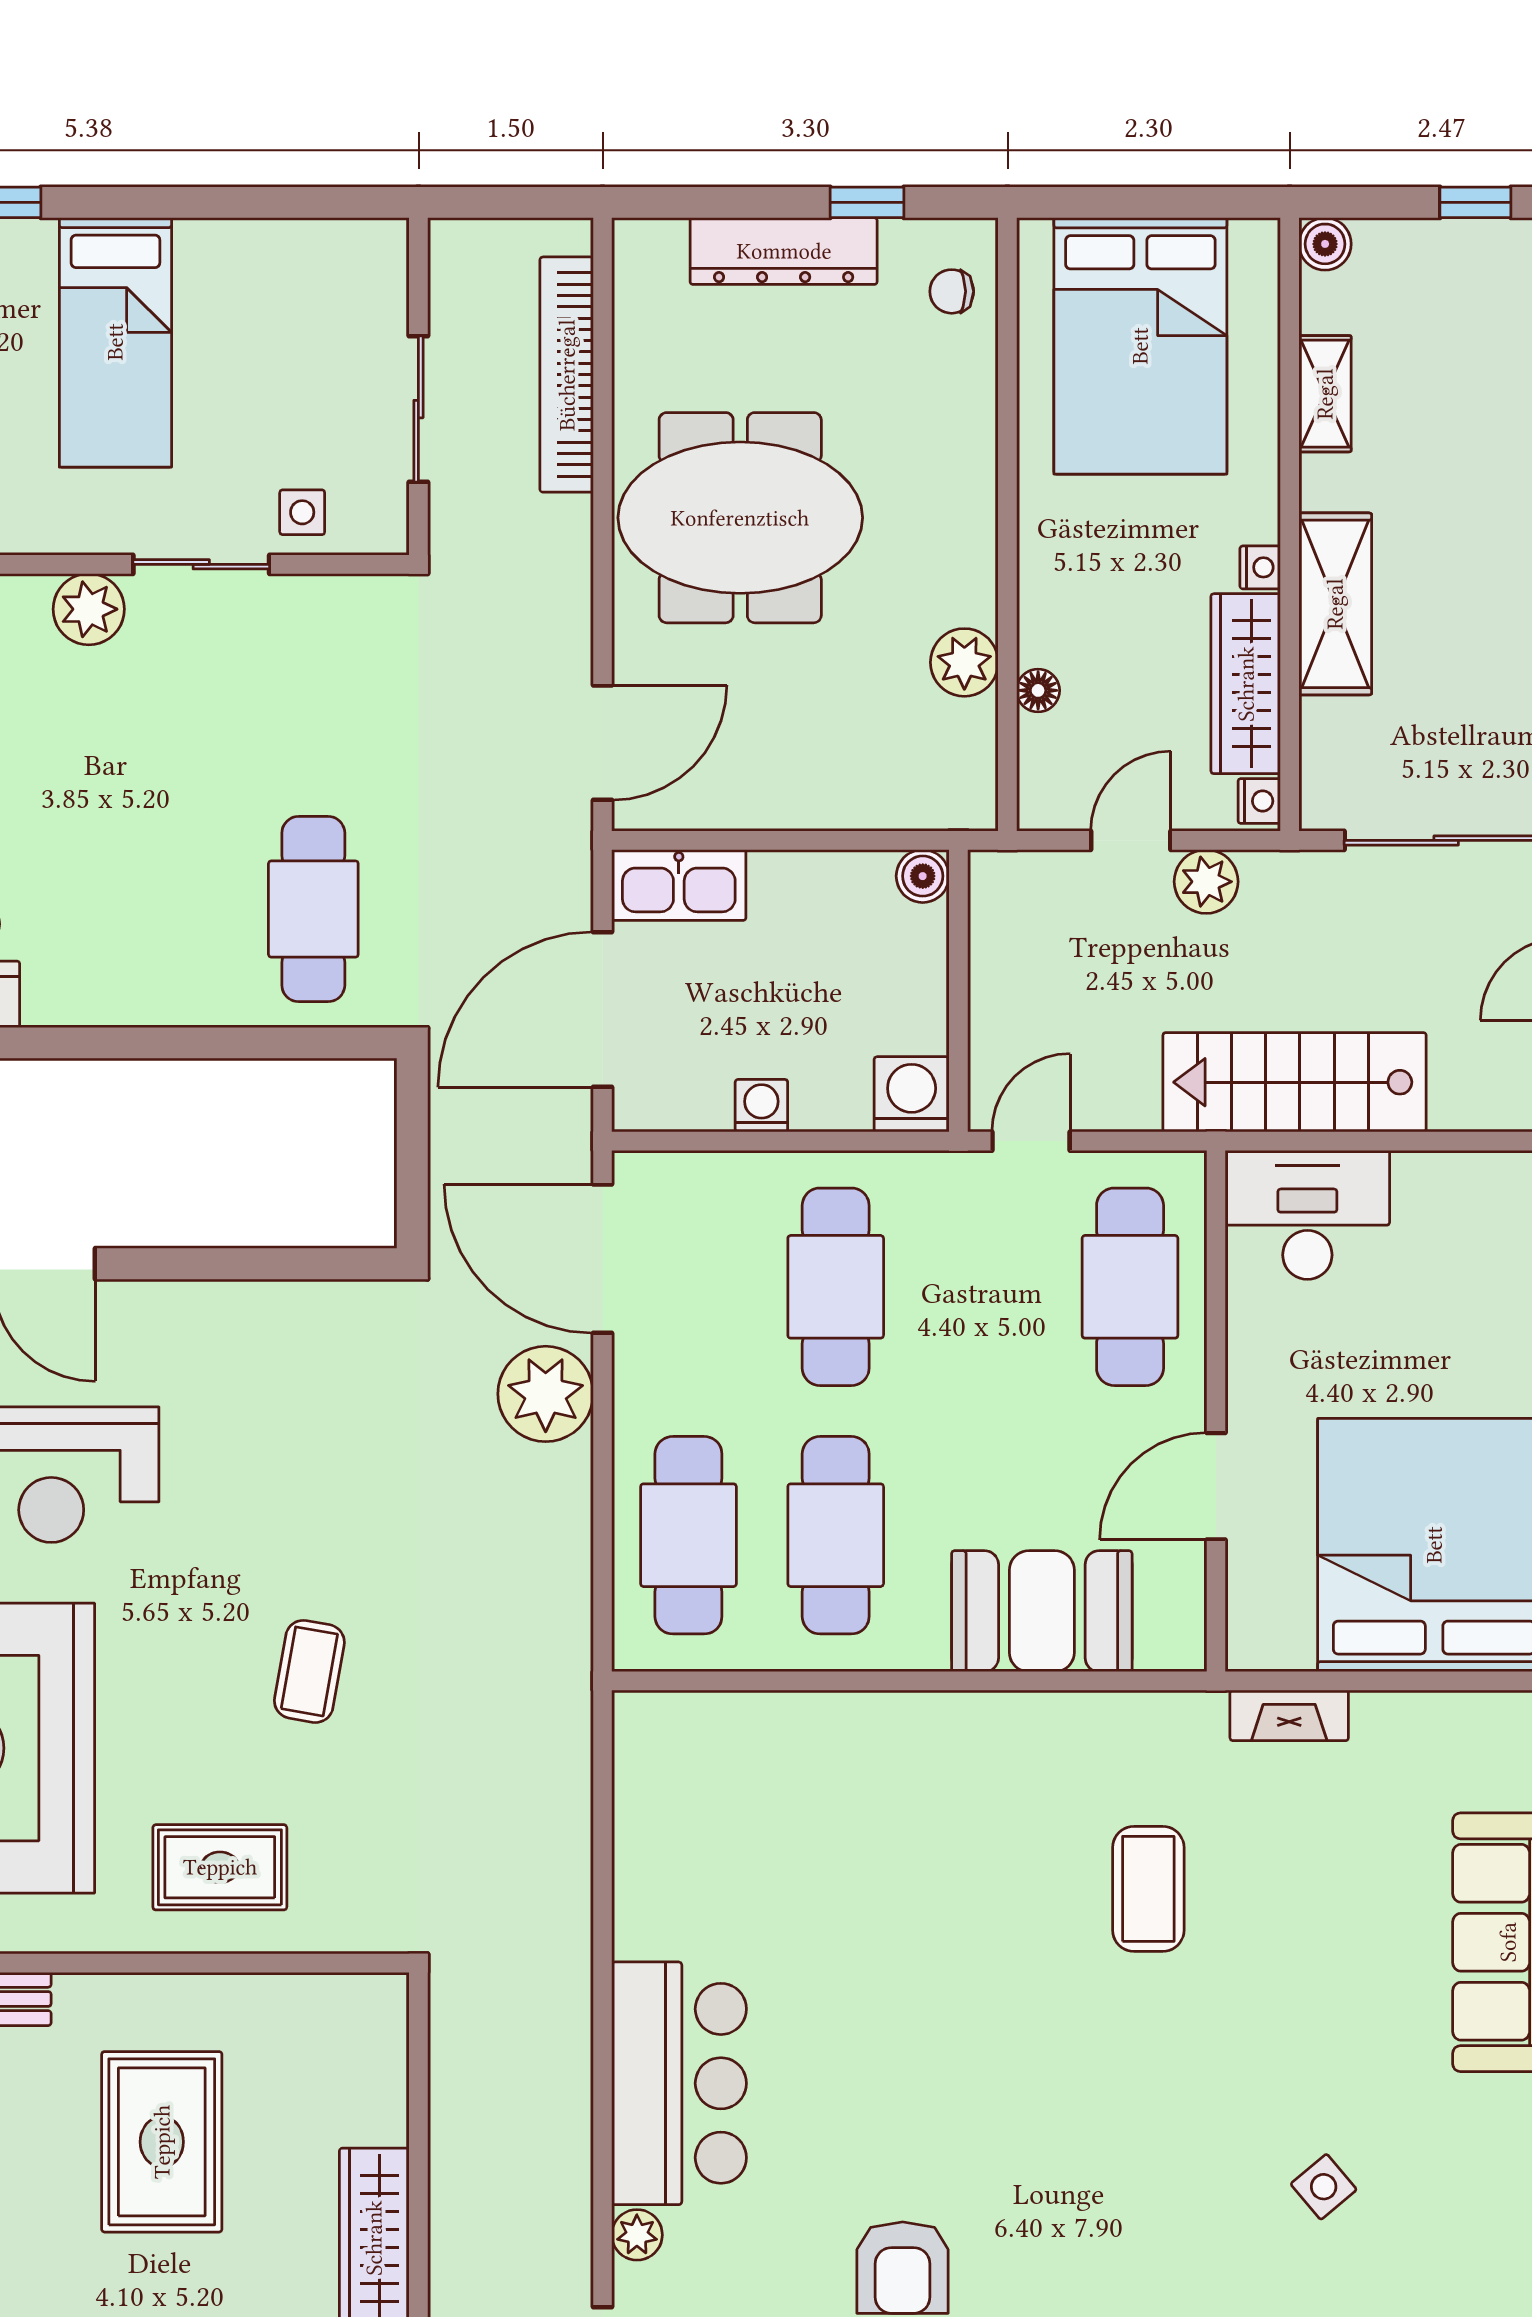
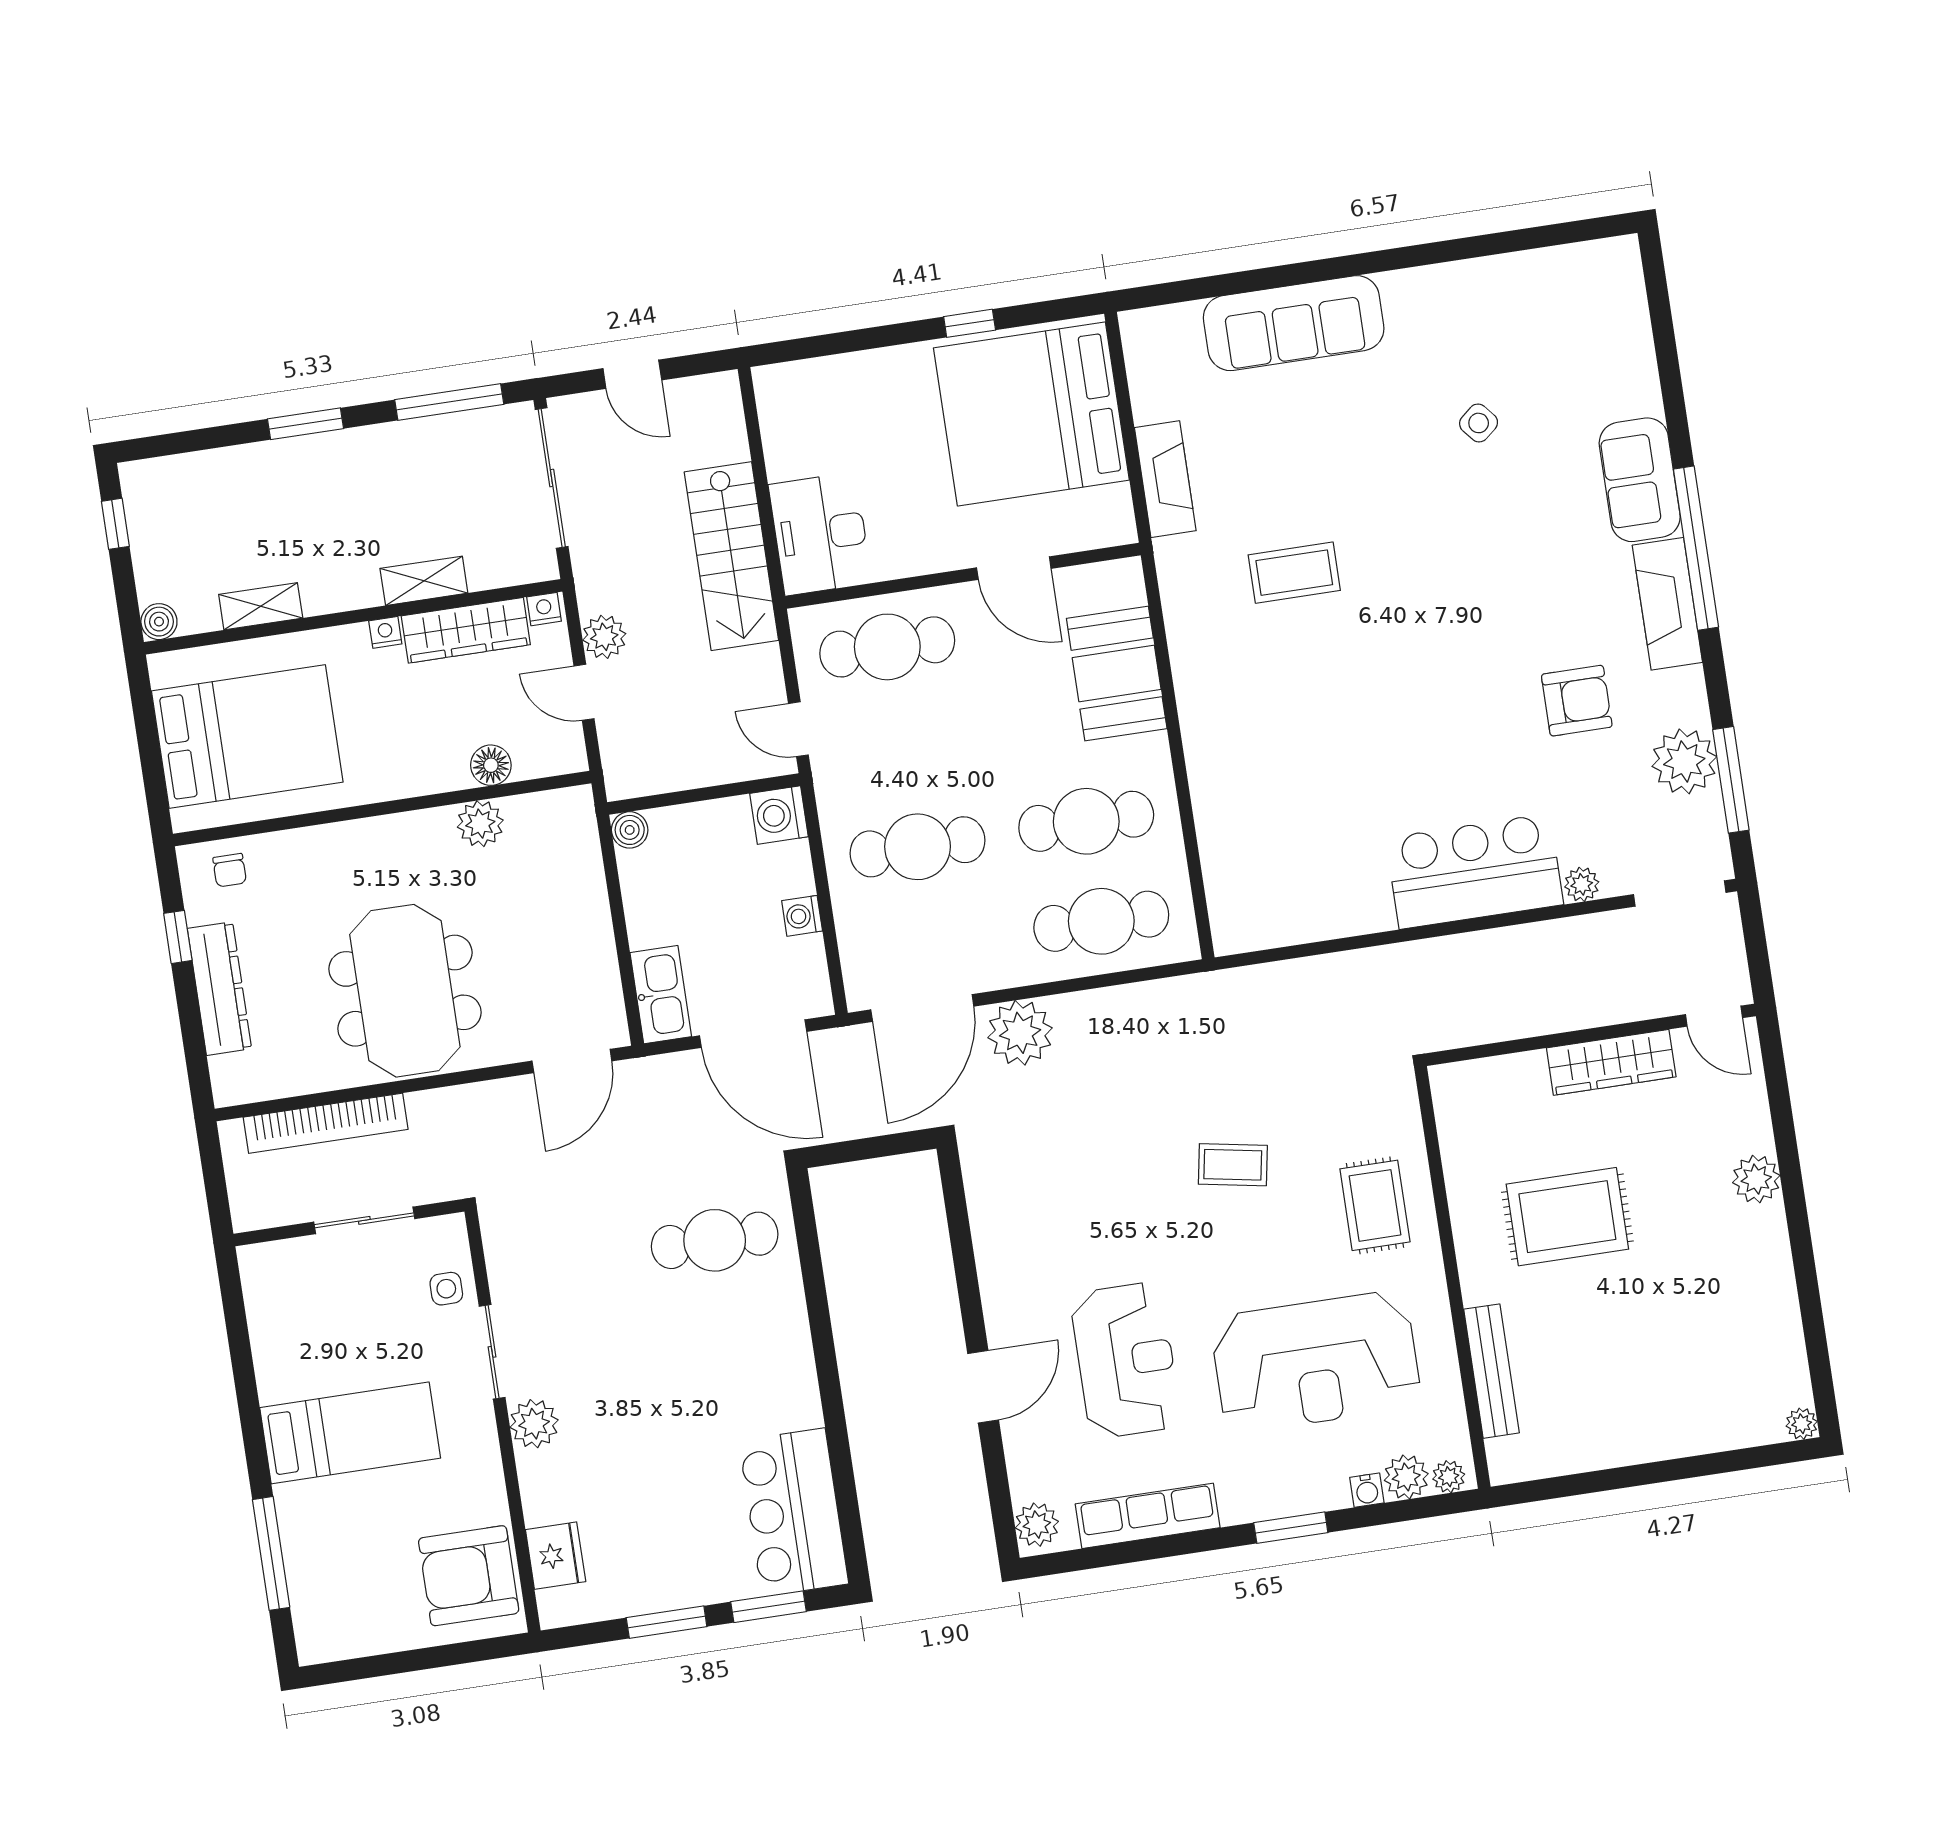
shelving: (1335, 604) -> (424, 581), width x0.67, depth x0.75
floor lamp: (1038, 690) -> (491, 765), width x1.37, depth x1.37
door: (602, 743) -> (572, 1061), swing flipped
fireplace: (1289, 1715) -> (1165, 479), width x1.37, depth x1.32

